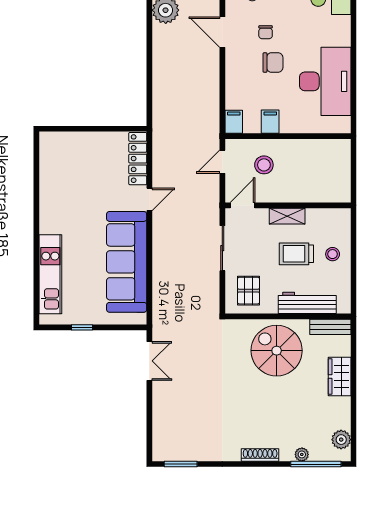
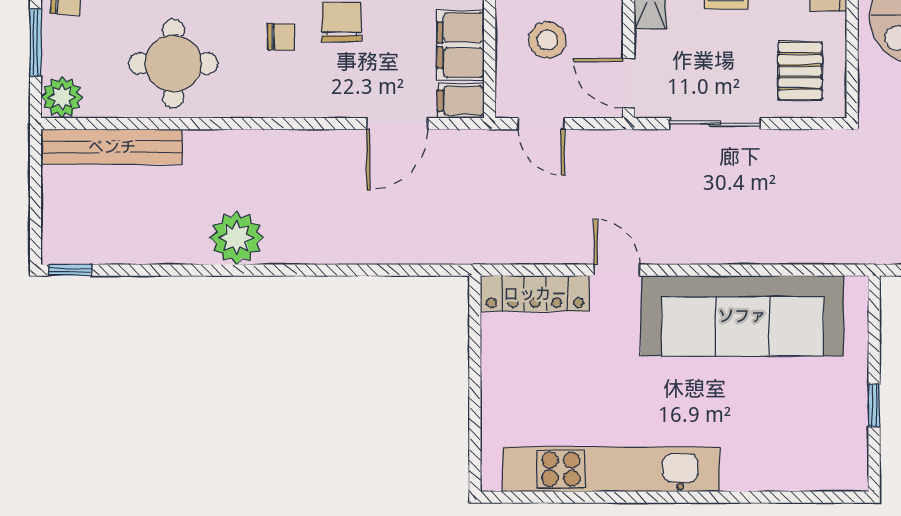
door: (222, 32) -> (397, 124), moved
filing cabinet: (270, 122) -> (461, 45), width x2.00
kitchen unit: (50, 274) -> (611, 469), moved, width x1.36
pallet: (249, 291) -> (800, 71), turned 90

